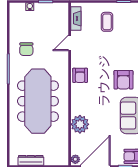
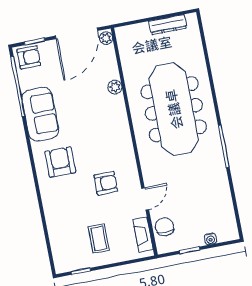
chair: (26, 49) -> (165, 227), moved
armchair: (80, 75) -> (106, 183), moved, turned 90
plant: (80, 124) -> (115, 87), width x0.53, depth x0.53

